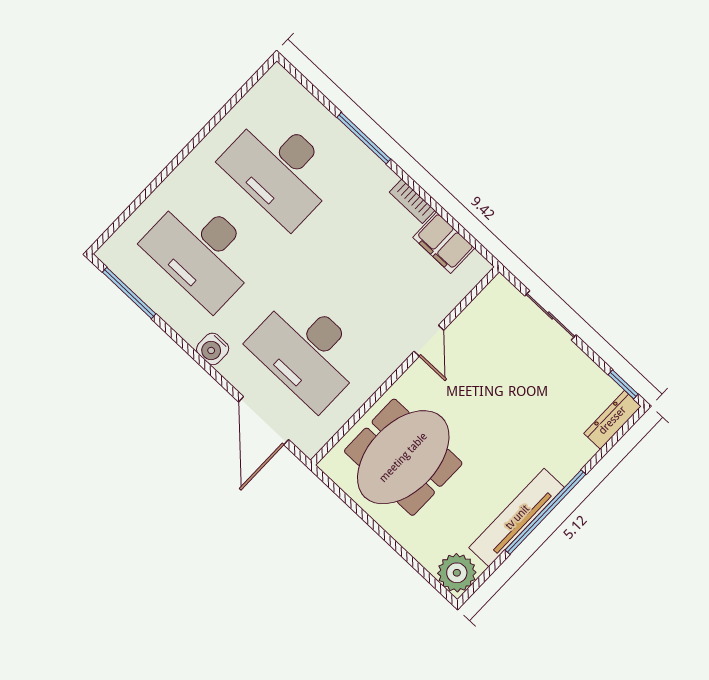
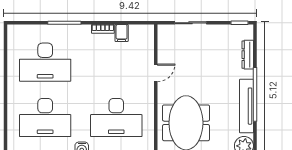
filing cabinet: (444, 243) -> (122, 33), width x0.50
door: (429, 341) -> (156, 73), hinge flipped
dresser: (612, 420) -> (248, 55), moved

